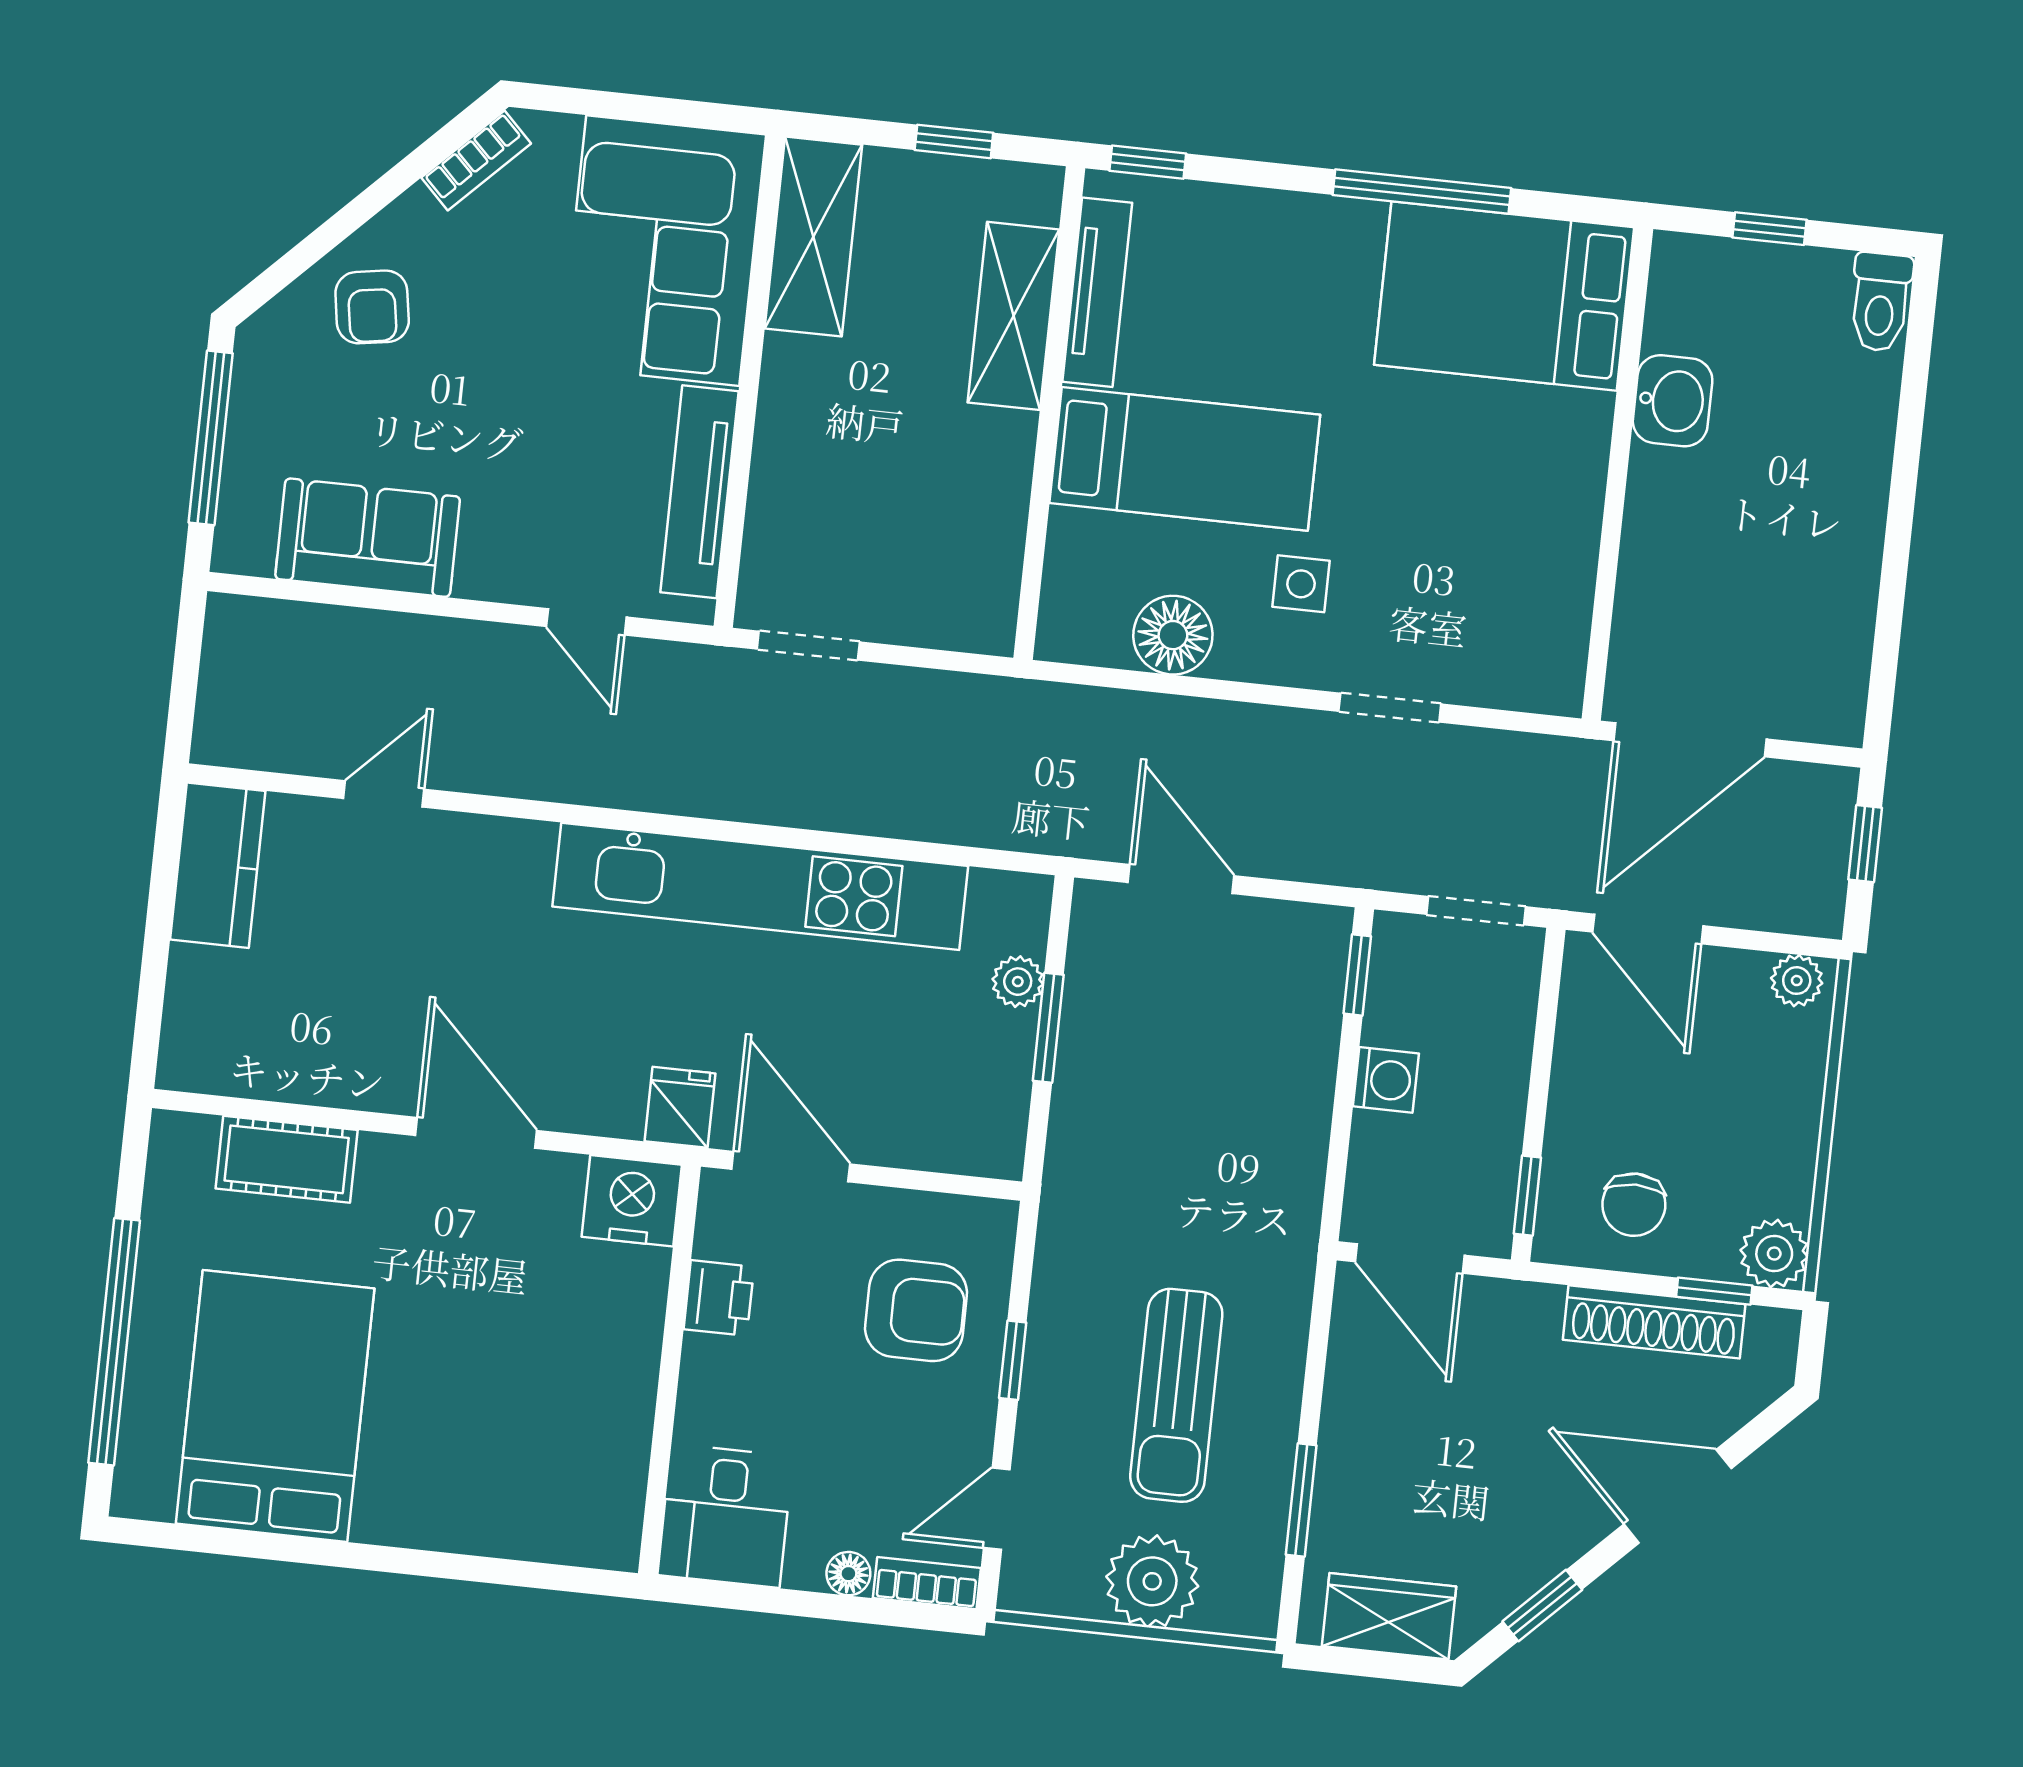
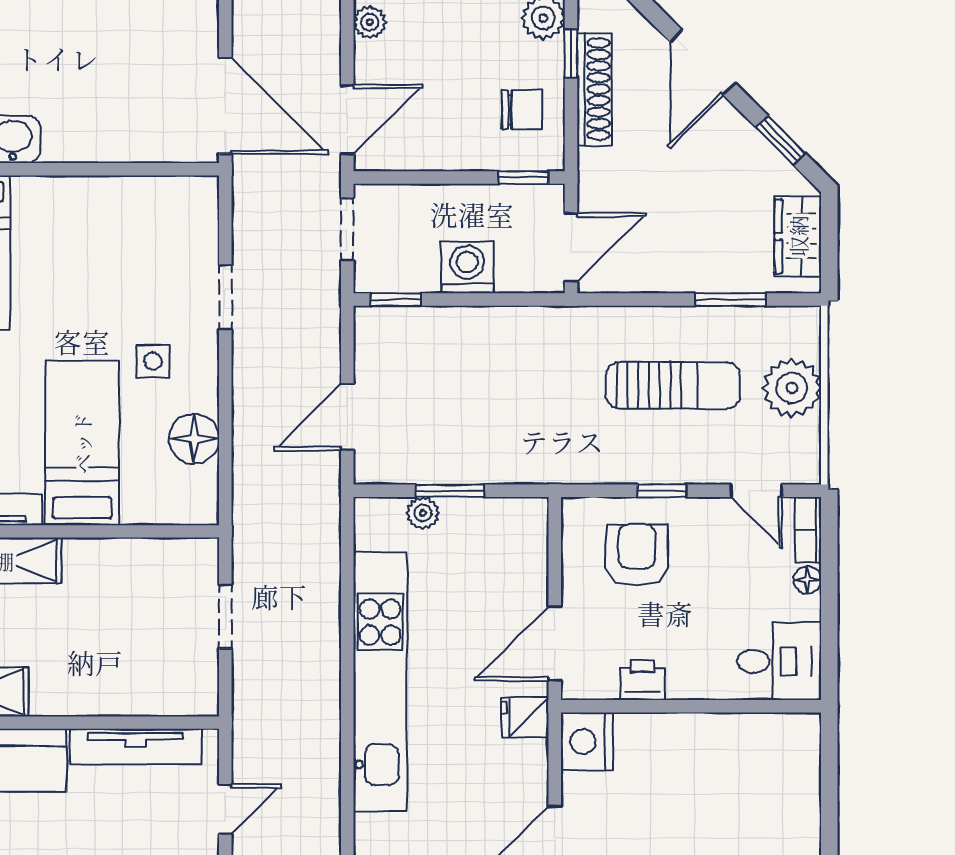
doorway: (808, 646) -> (225, 616), moved
washing machine: (1386, 1080) -> (467, 267), width x1.38, depth x1.38

